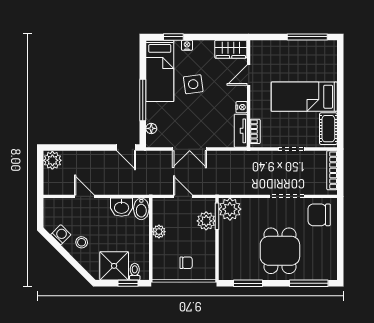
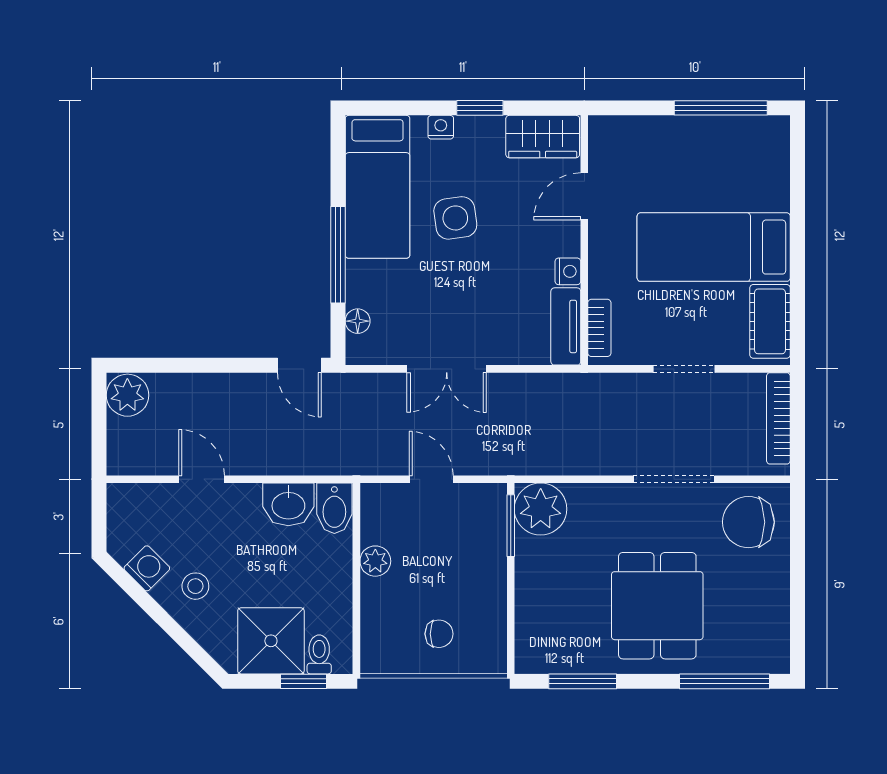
window: (173, 37) -> (480, 108), moved
plant: (206, 221) -> (486, 536), removed

